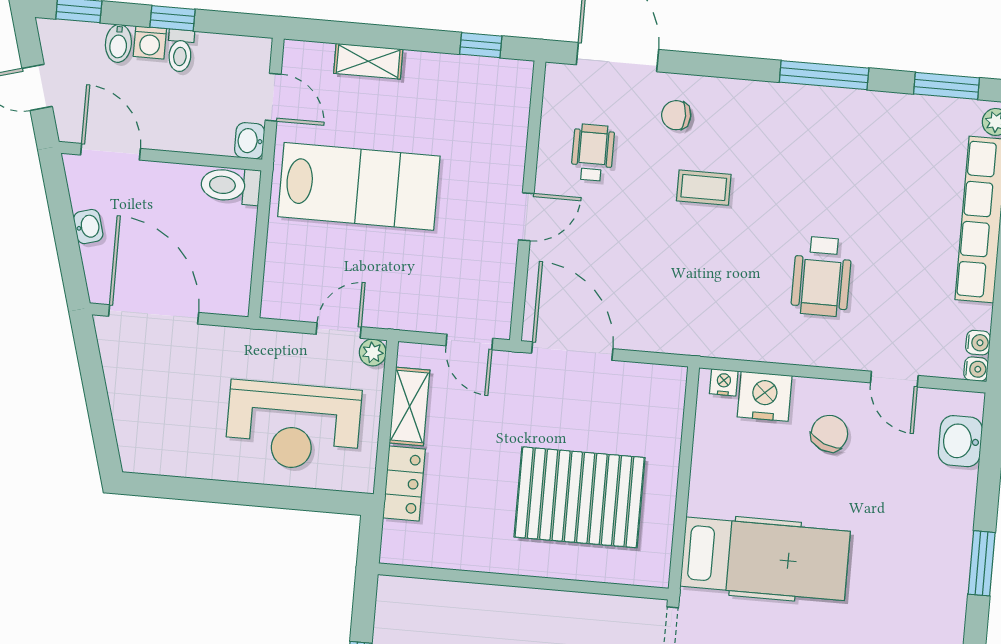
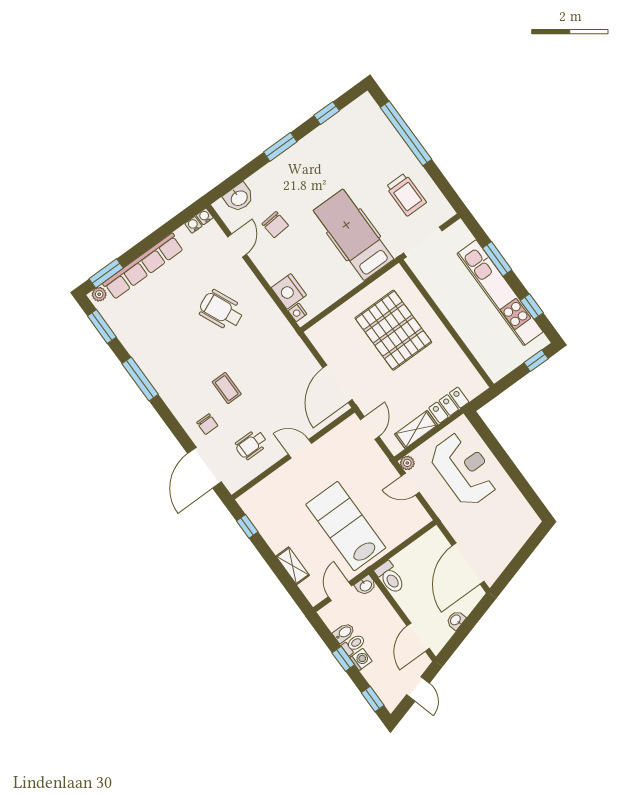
bidet: (118, 43) -> (344, 633), moved
wheelchair: (822, 276) -> (221, 310), turned -114
chair: (829, 434) -> (275, 225), moved, turned -118

